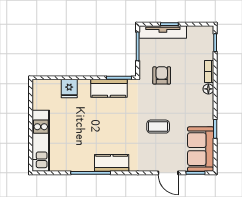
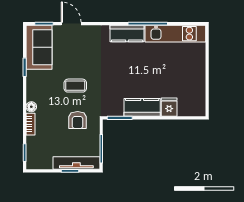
kitchen counter: (109, 88) -> (142, 107), moved
coffee table: (158, 127) -> (75, 86), moved
kitchen unit: (41, 141) -> (175, 34), moved, turned -90

